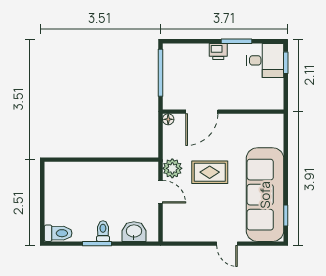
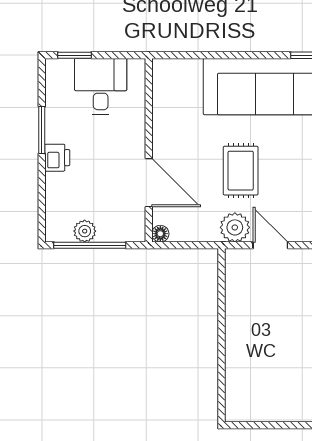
desk: (265, 60) -> (101, 86), moved
plant: (170, 70) -> (85, 231), added
door: (161, 192) -> (270, 245), hinge flipped

